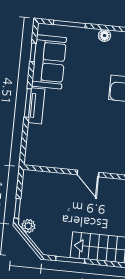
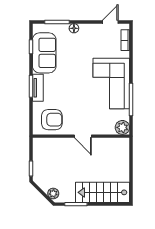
floor lamp: (105, 36) -> (74, 28), moved
armchair: (50, 148) -> (52, 120), added
plant: (28, 226) -> (53, 194), moved

